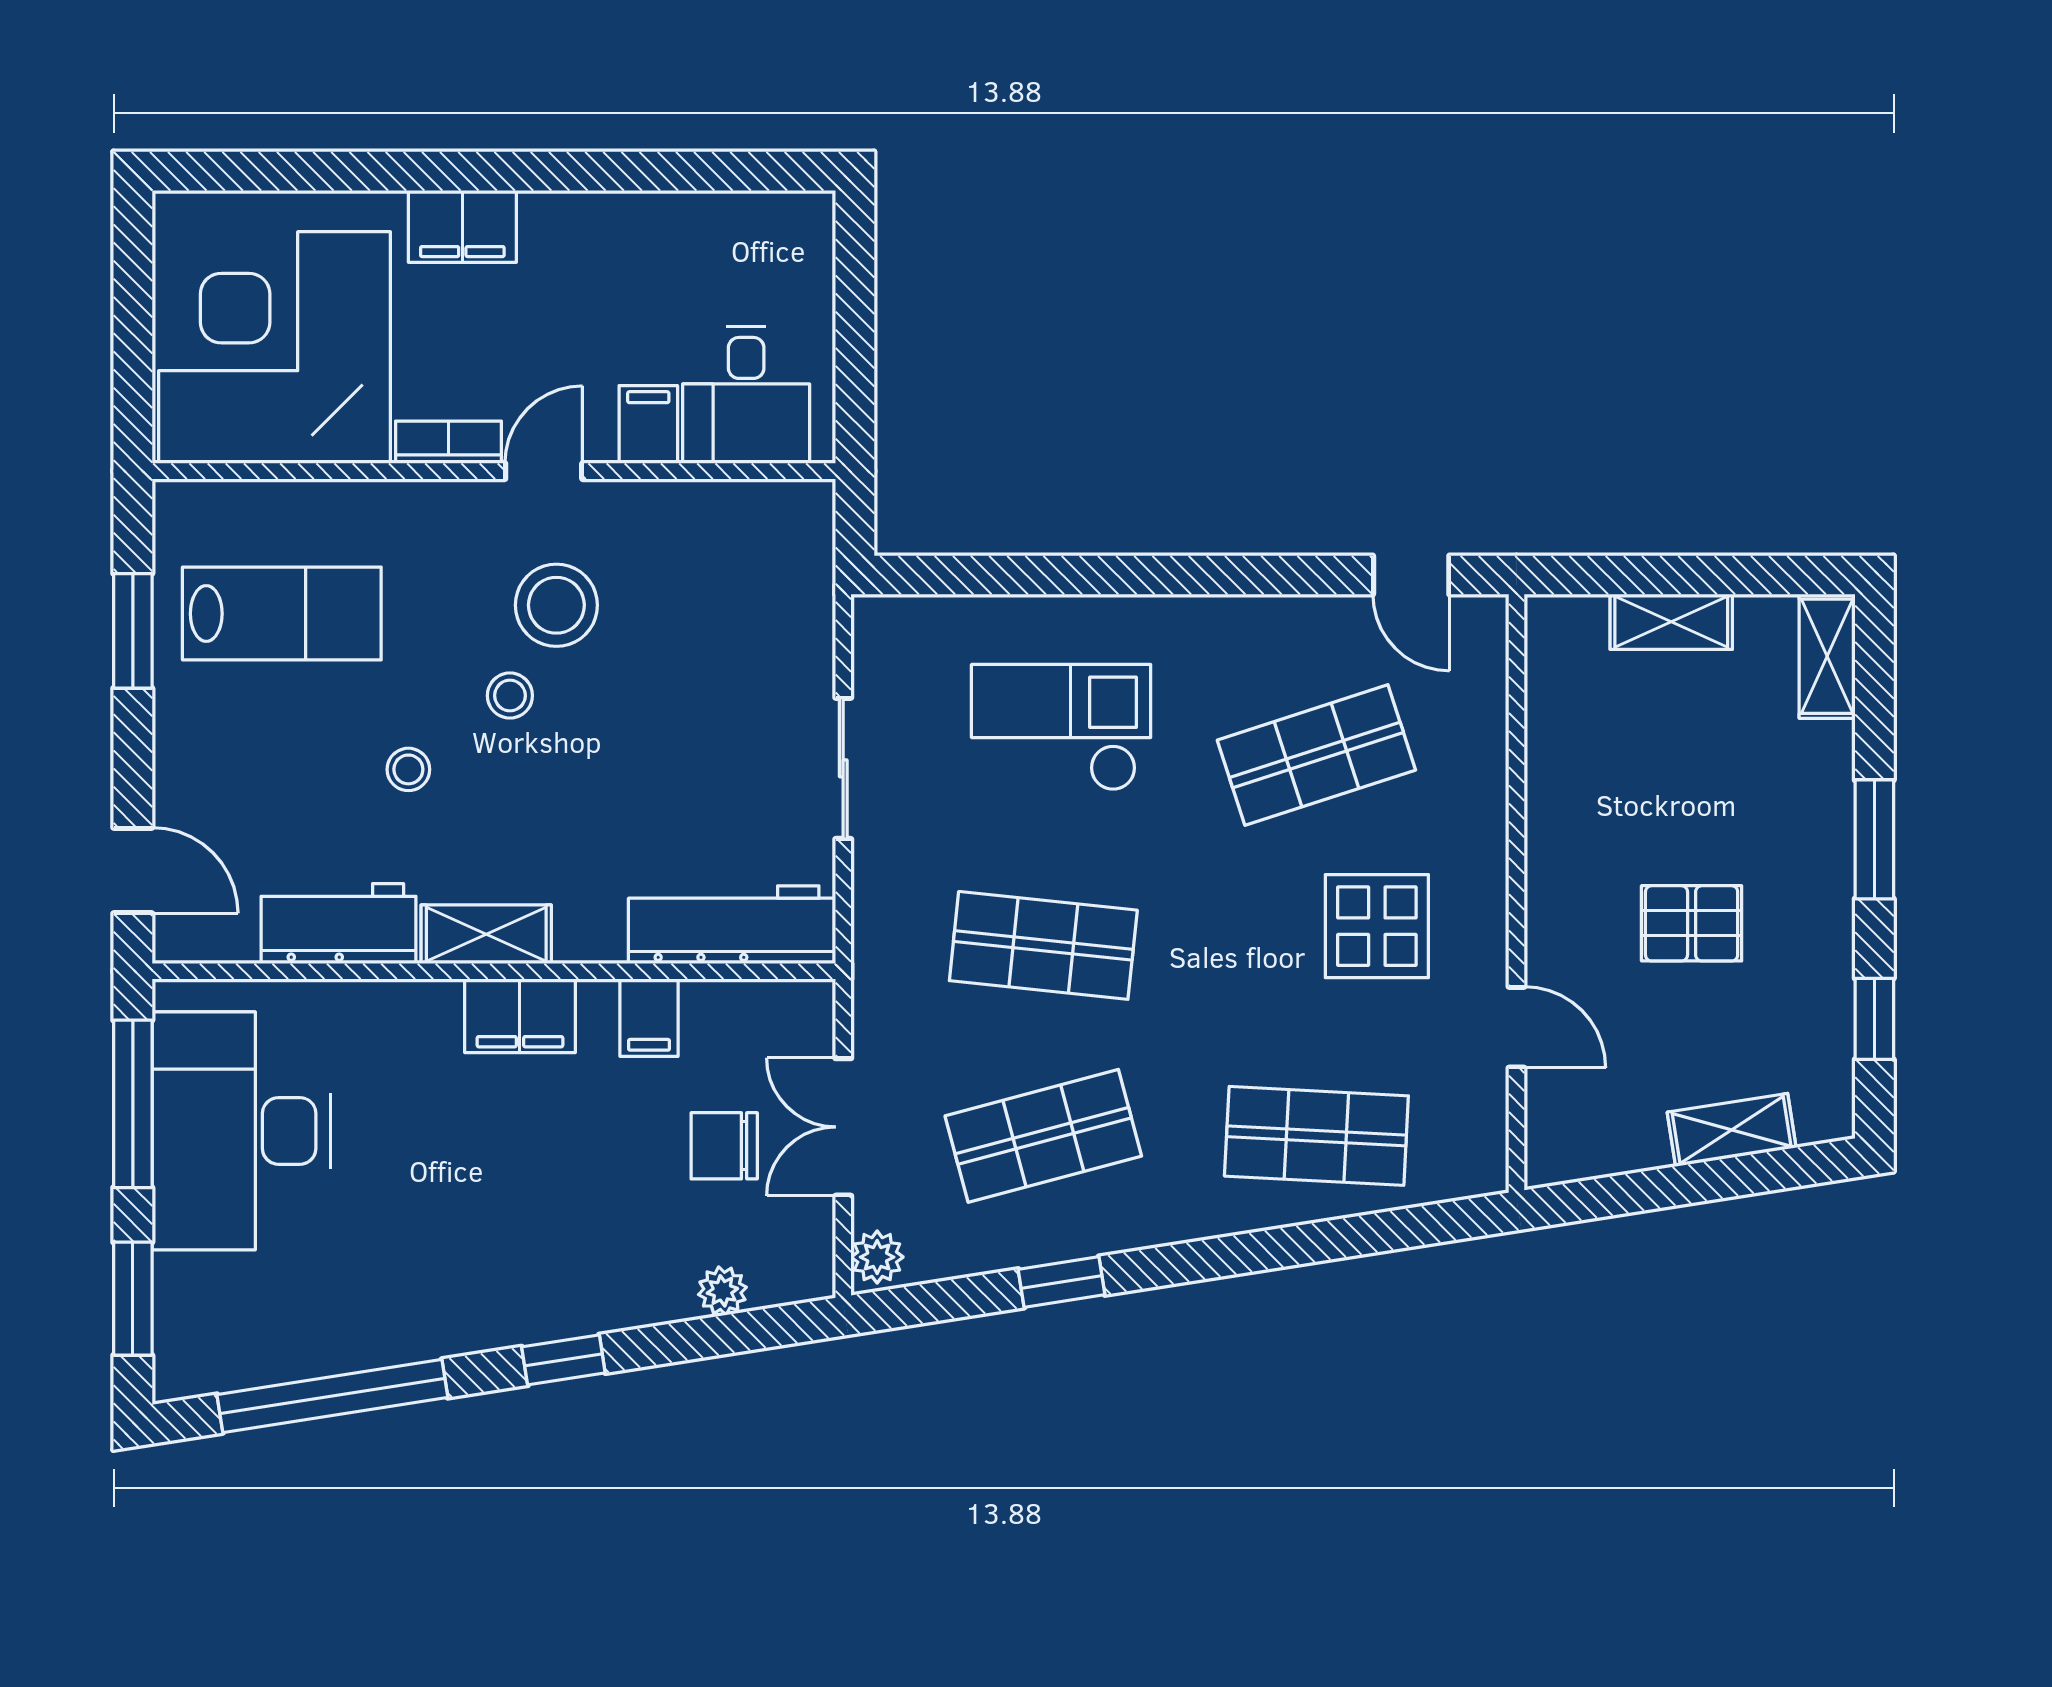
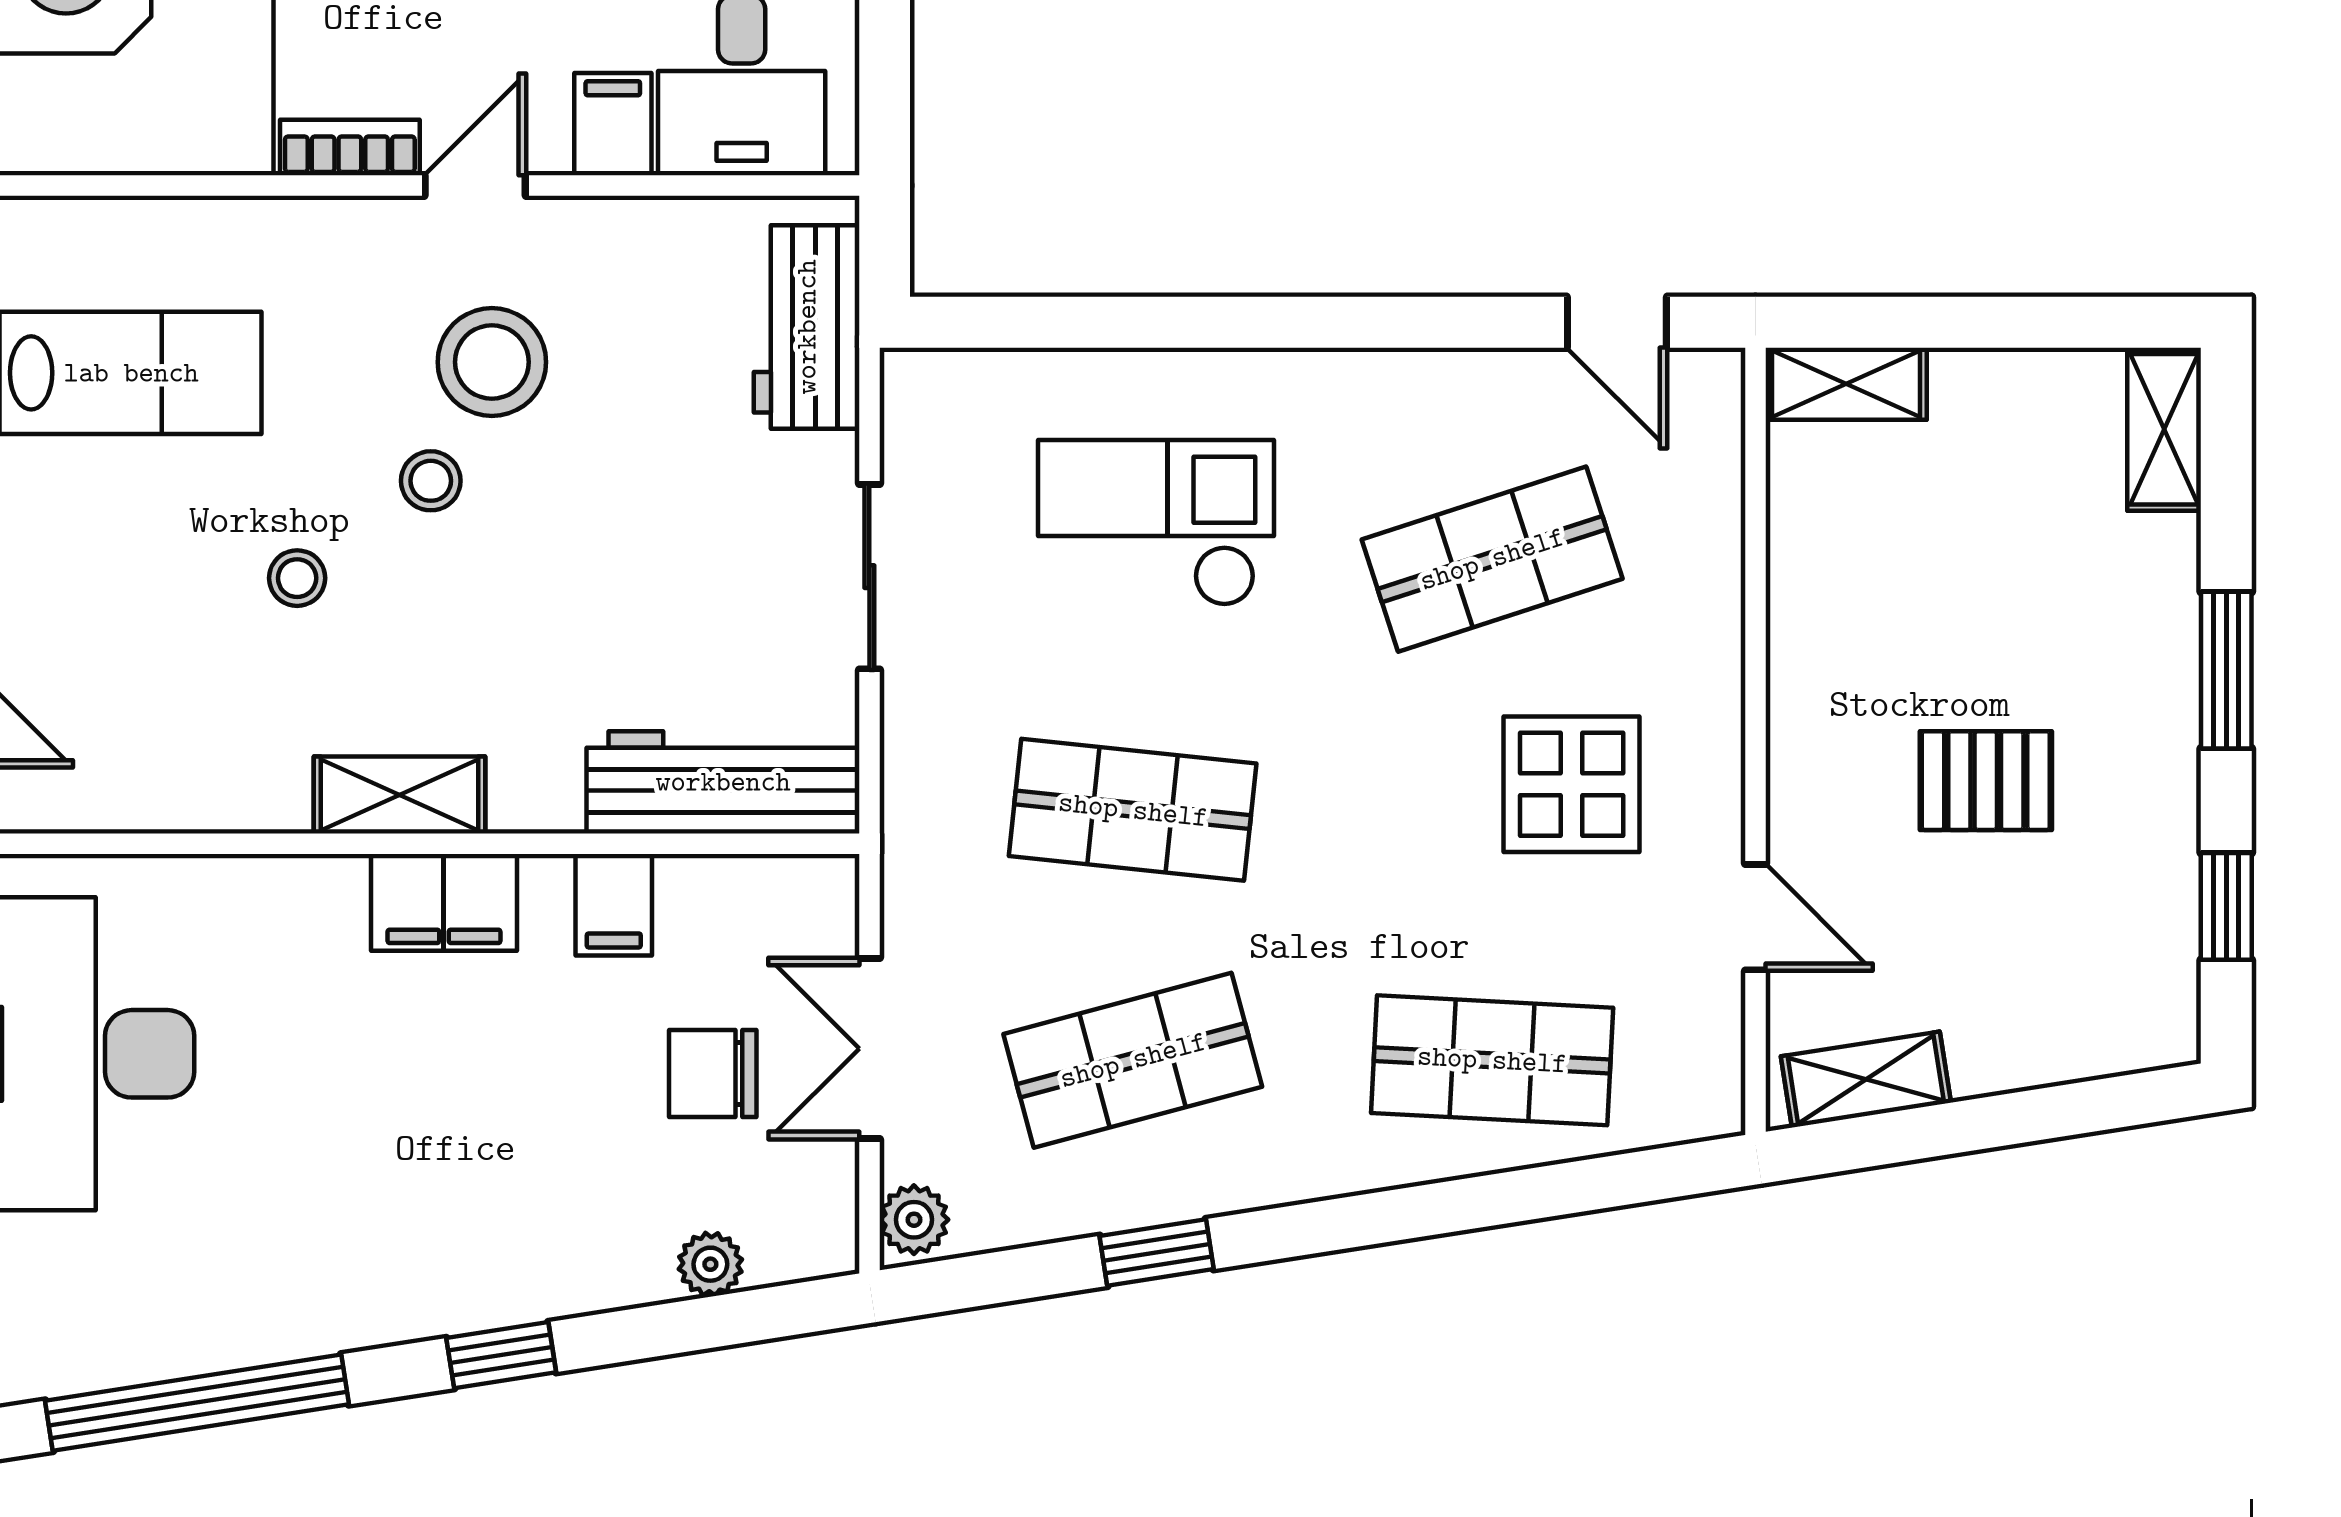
shelving: (1671, 622) -> (1846, 384), moved
workbench: (338, 924) -> (807, 327), moved, turned -90
shelving: (1732, 1130) -> (1866, 1079), moved

